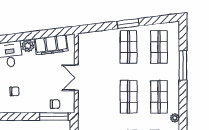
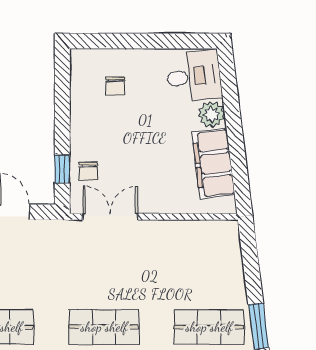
double door: (76, 78) -> (110, 217), moved
window: (54, 116) -> (62, 169), width x0.46

